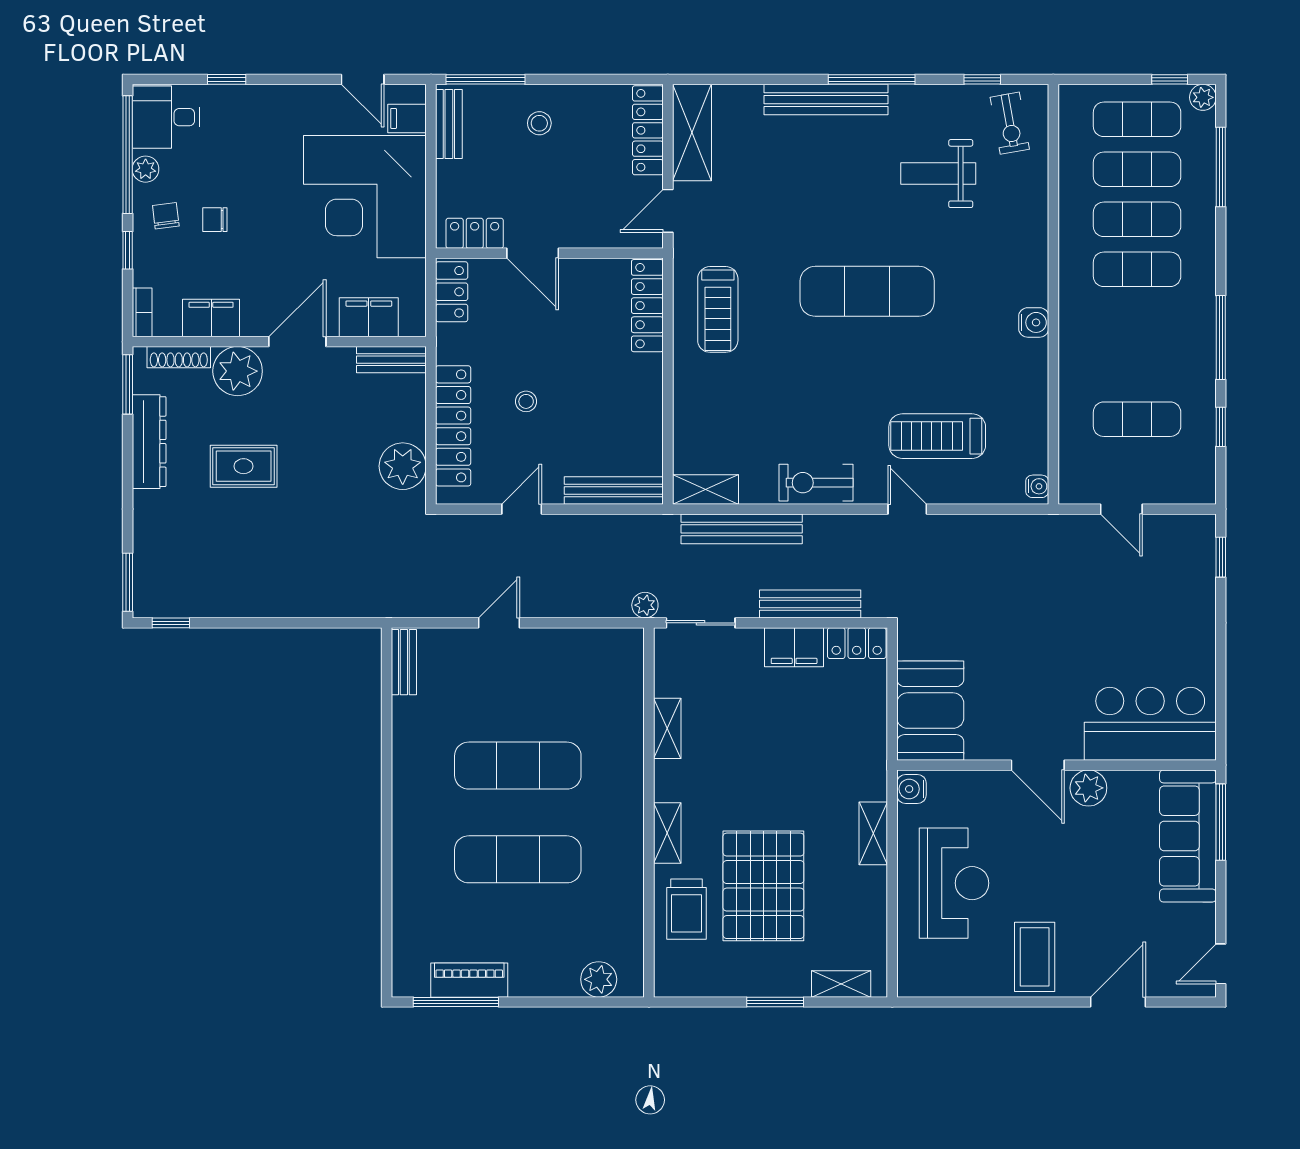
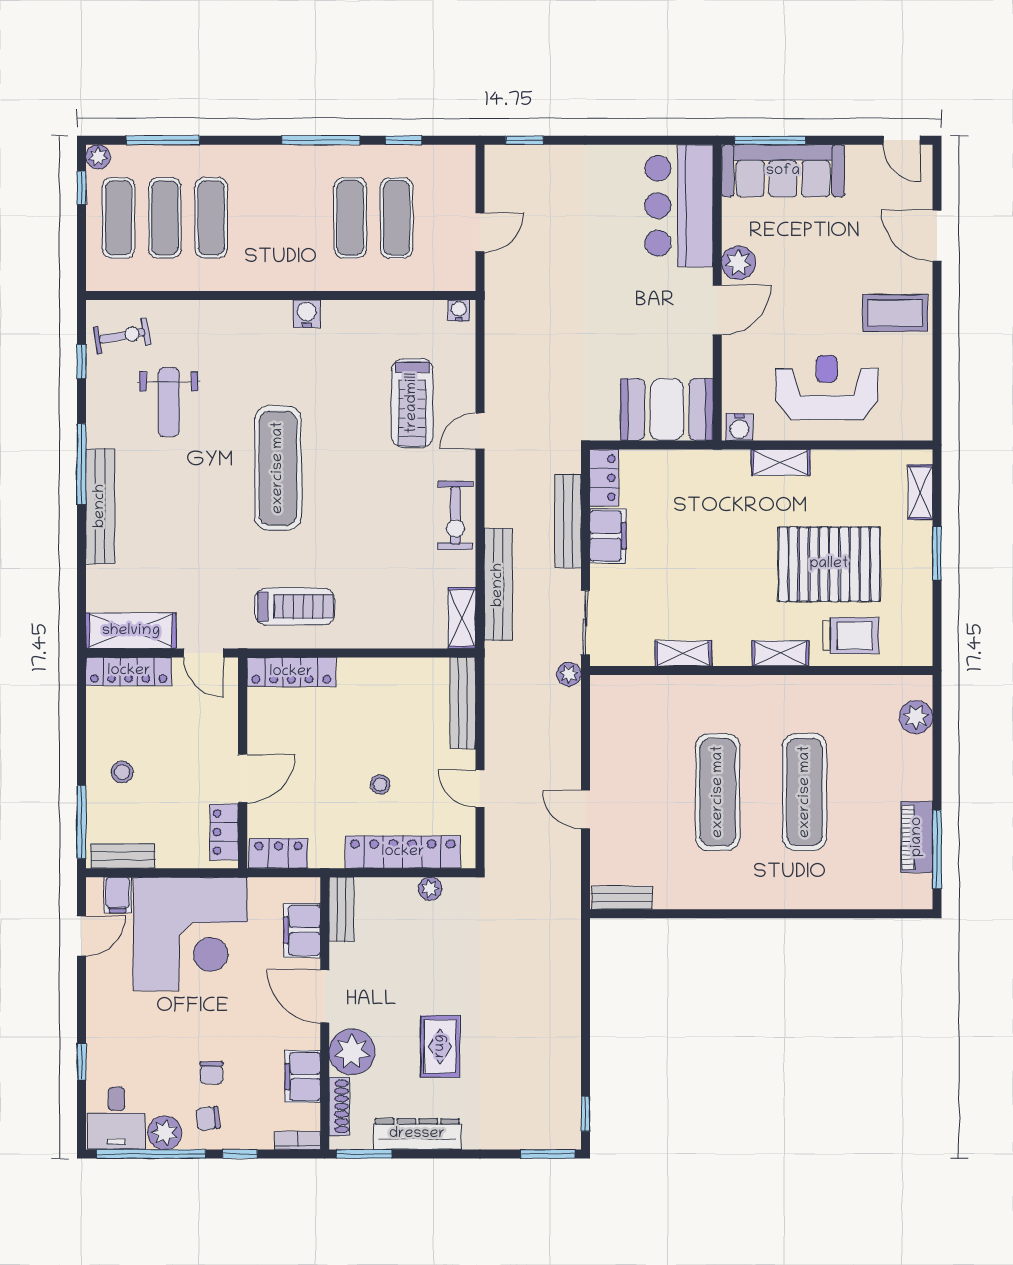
plant: (146, 169) -> (165, 1133), width x1.38, depth x1.38
exercise mat: (1137, 269) -> (350, 218), moved
plant: (403, 466) -> (430, 889), width x0.53, depth x0.53

